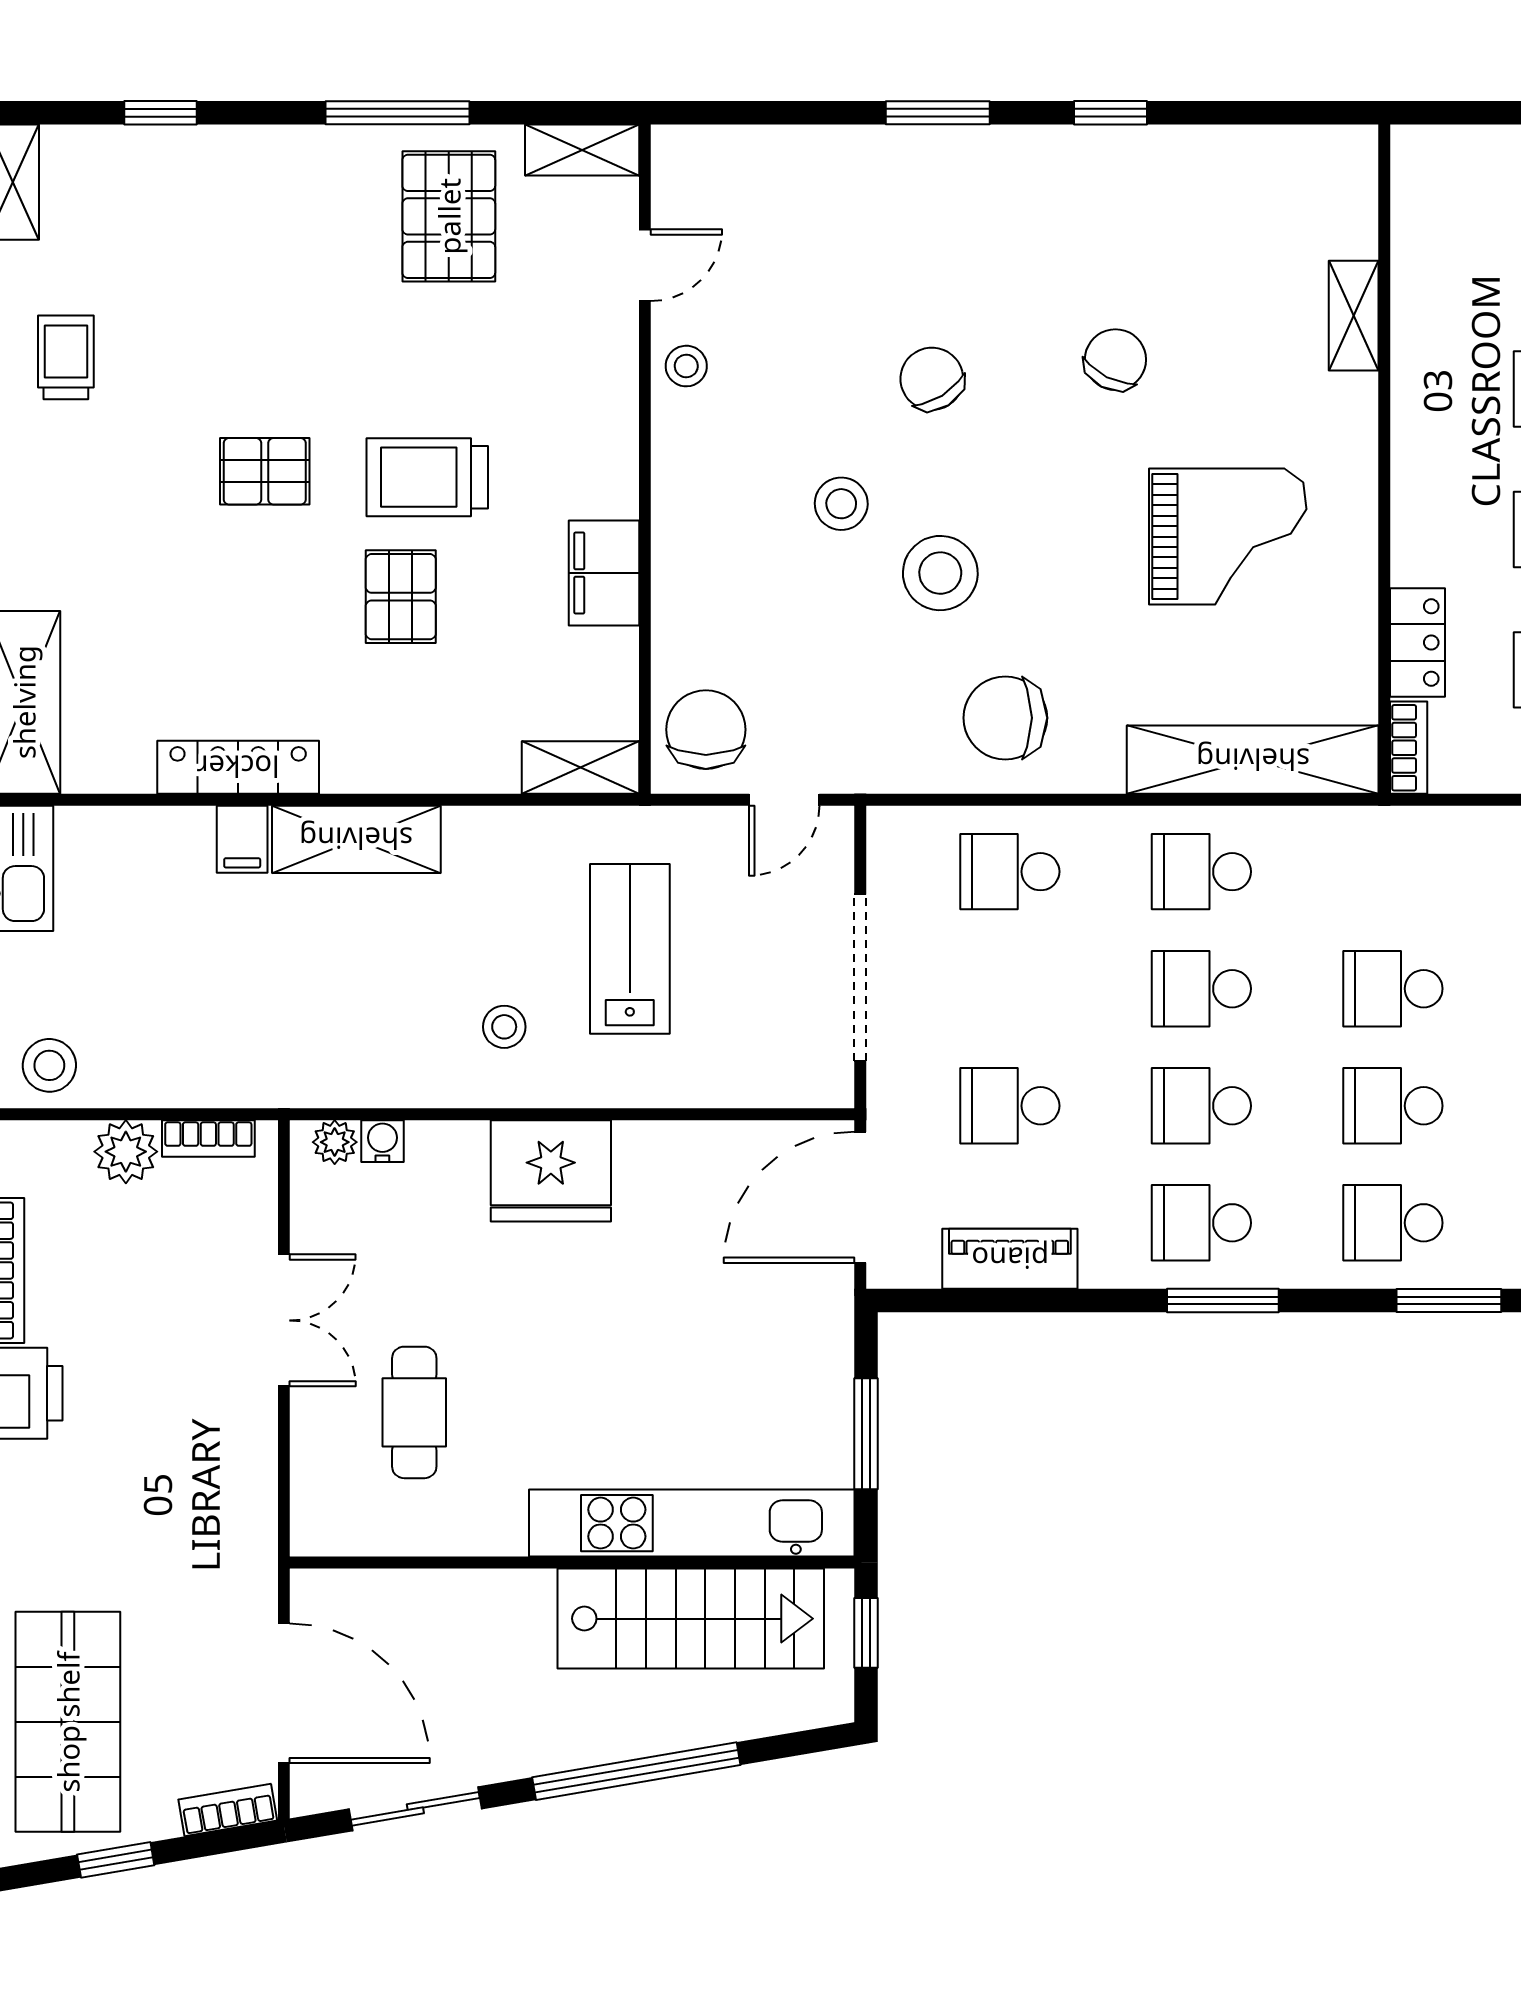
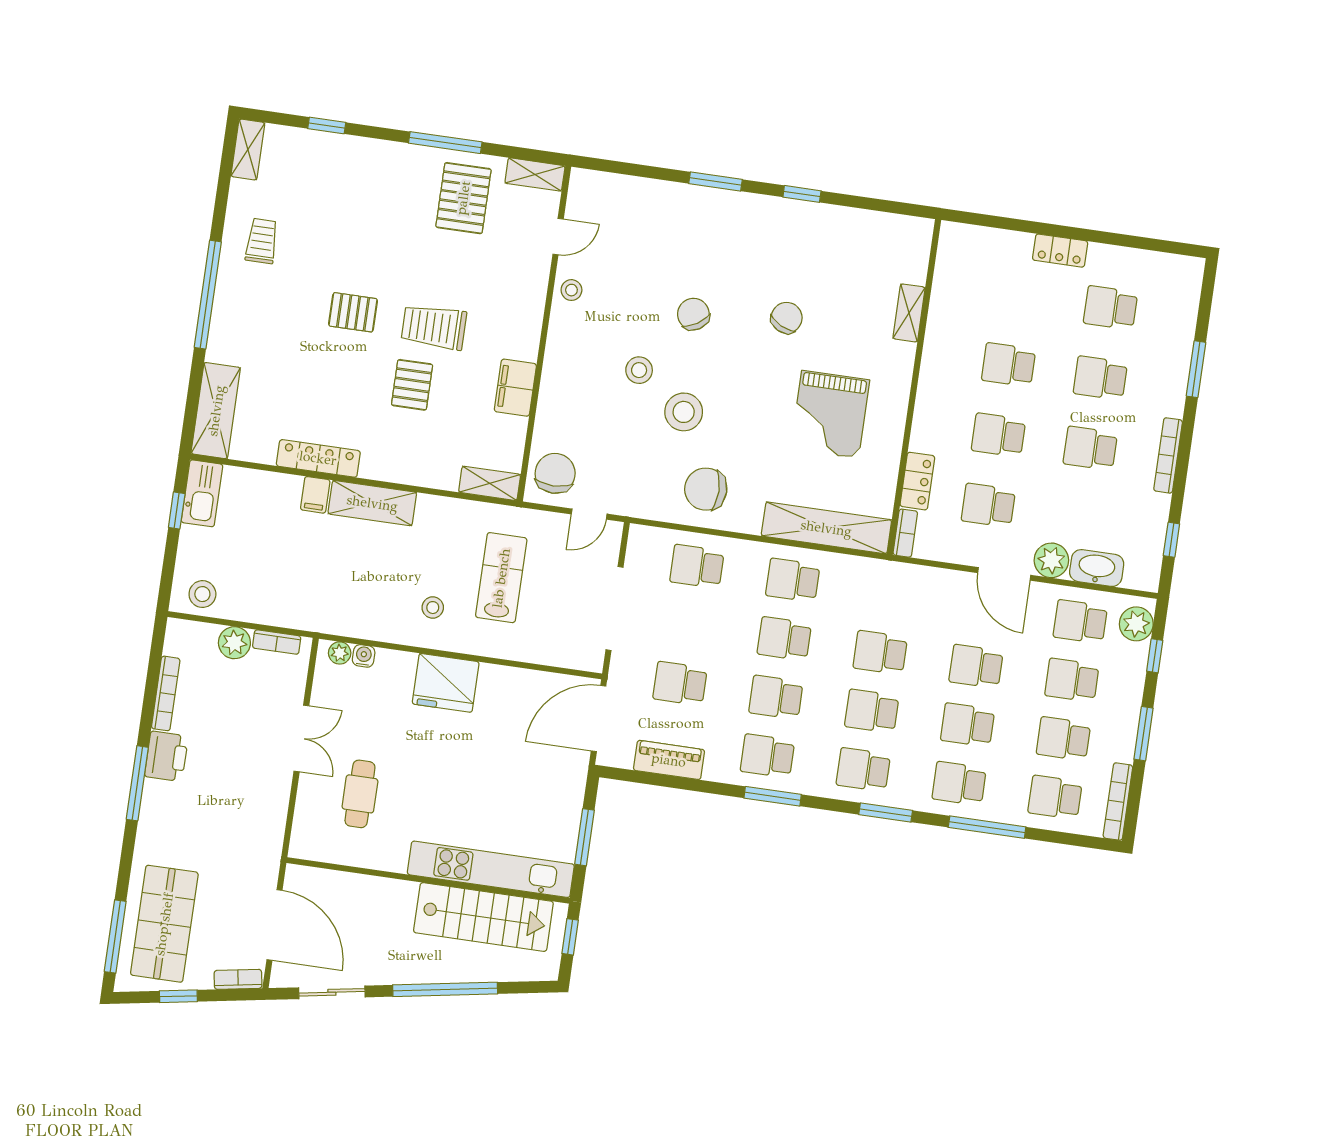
grand piano: (1228, 537) -> (830, 414), turned 90

